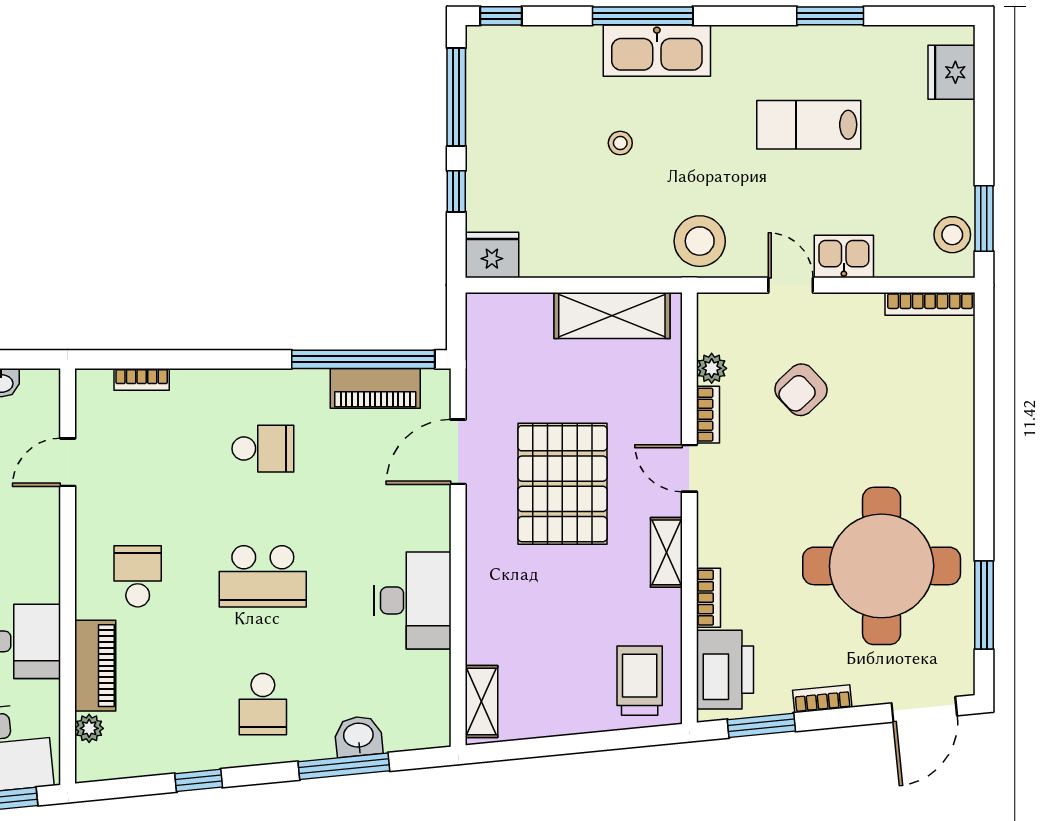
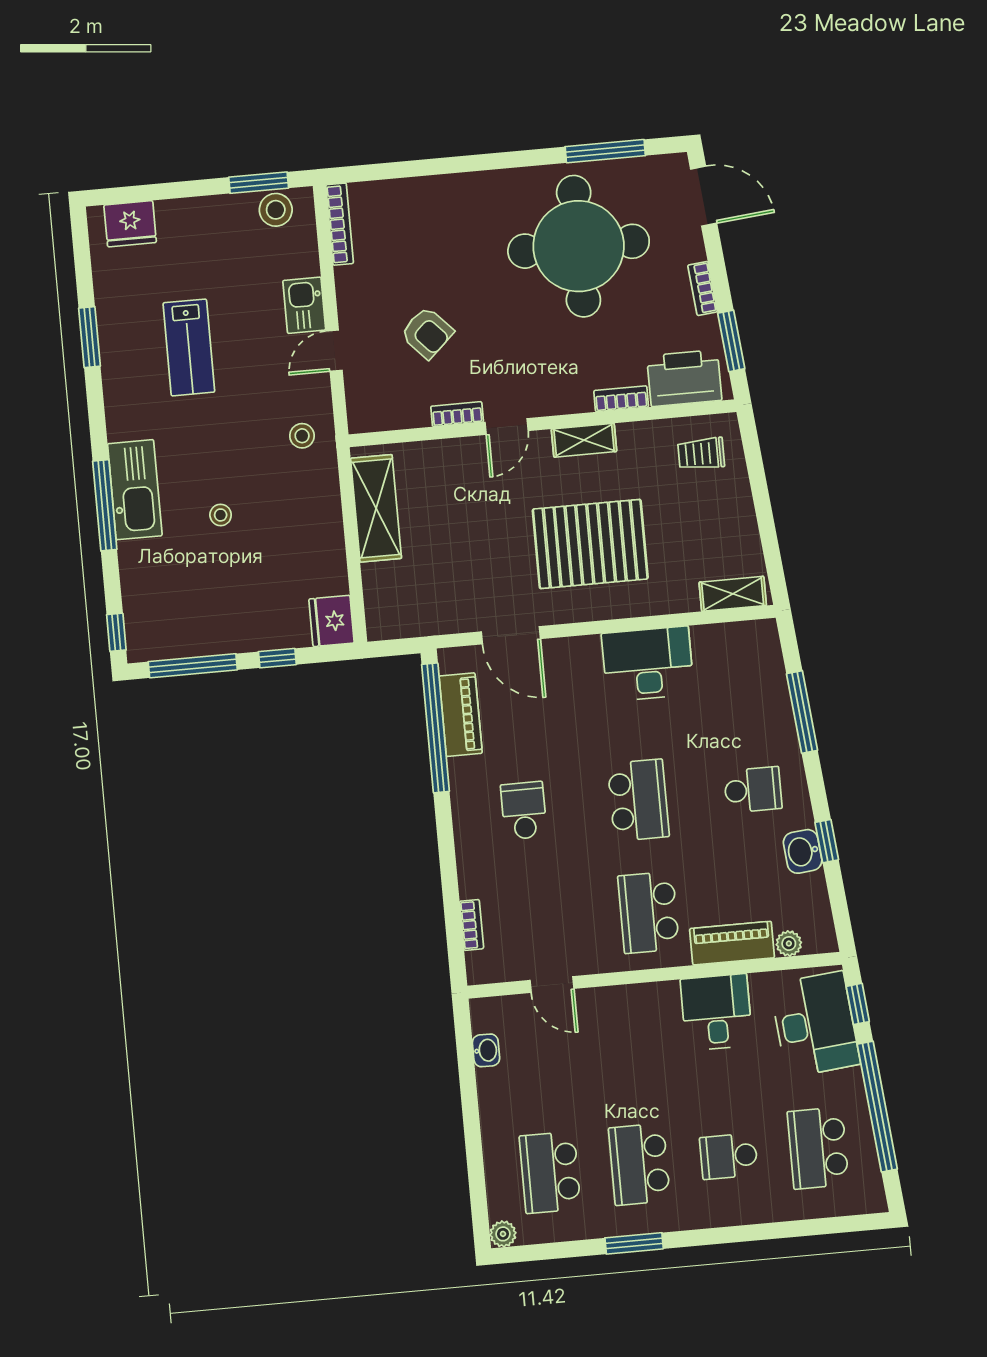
stool: (700, 241) -> (302, 436), width x0.53, depth x0.53
plant: (712, 368) -> (415, 415), removed
pallet: (562, 484) -> (590, 544), moved
school desk: (138, 576) -> (649, 912), width x1.85
trolley: (640, 681) -> (701, 454), width x0.73, depth x0.72
washbasin: (358, 736) -> (803, 851), moved

